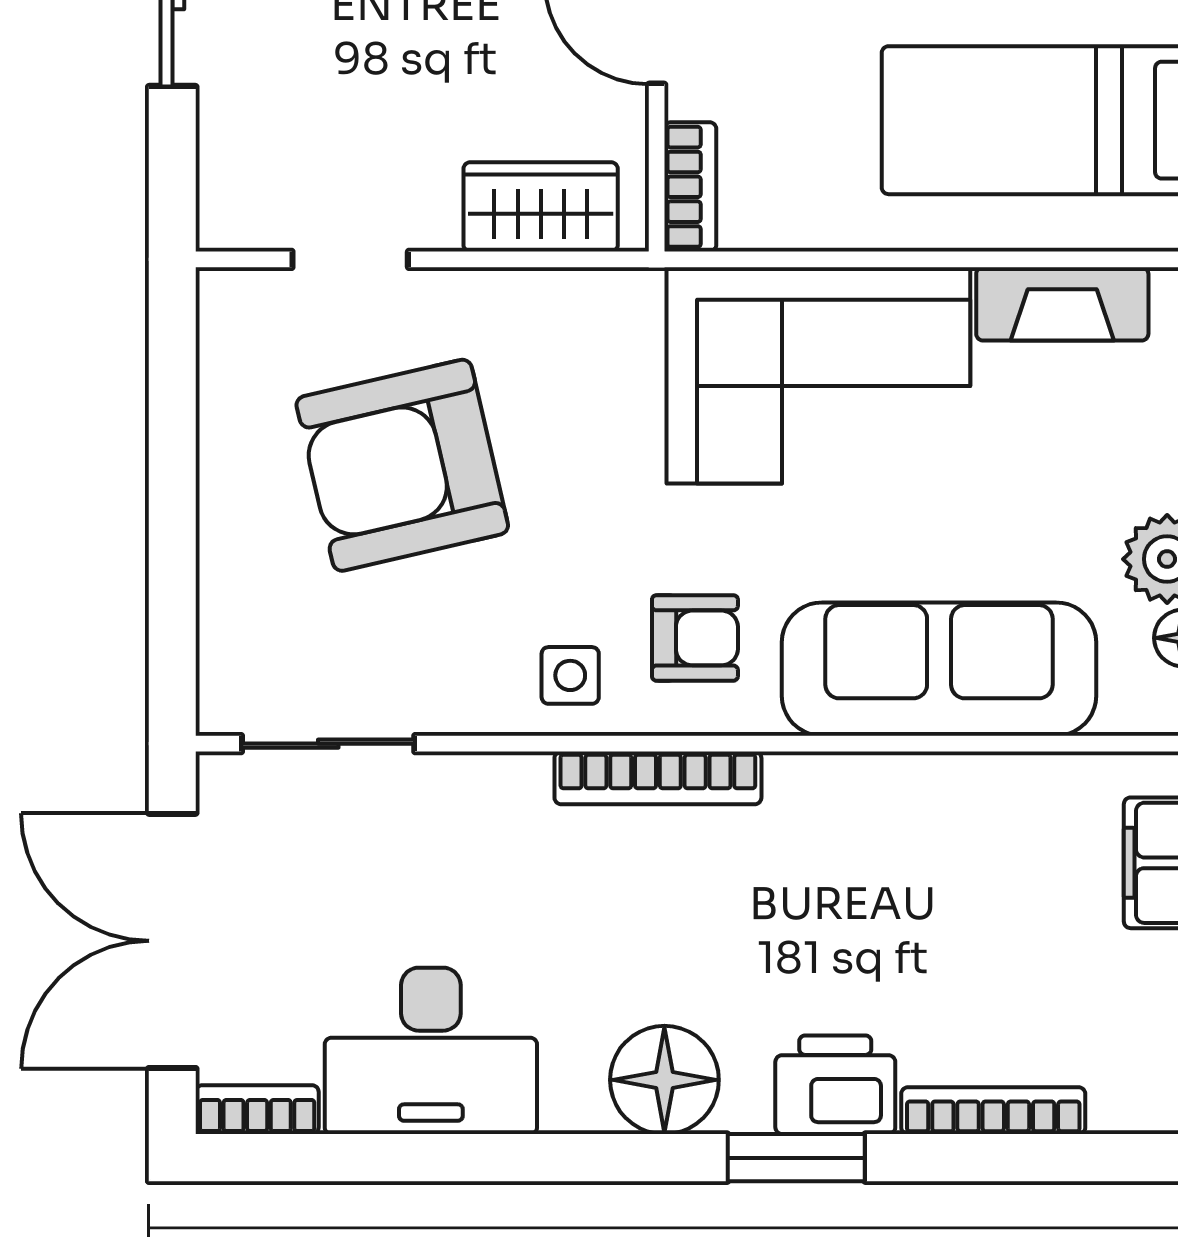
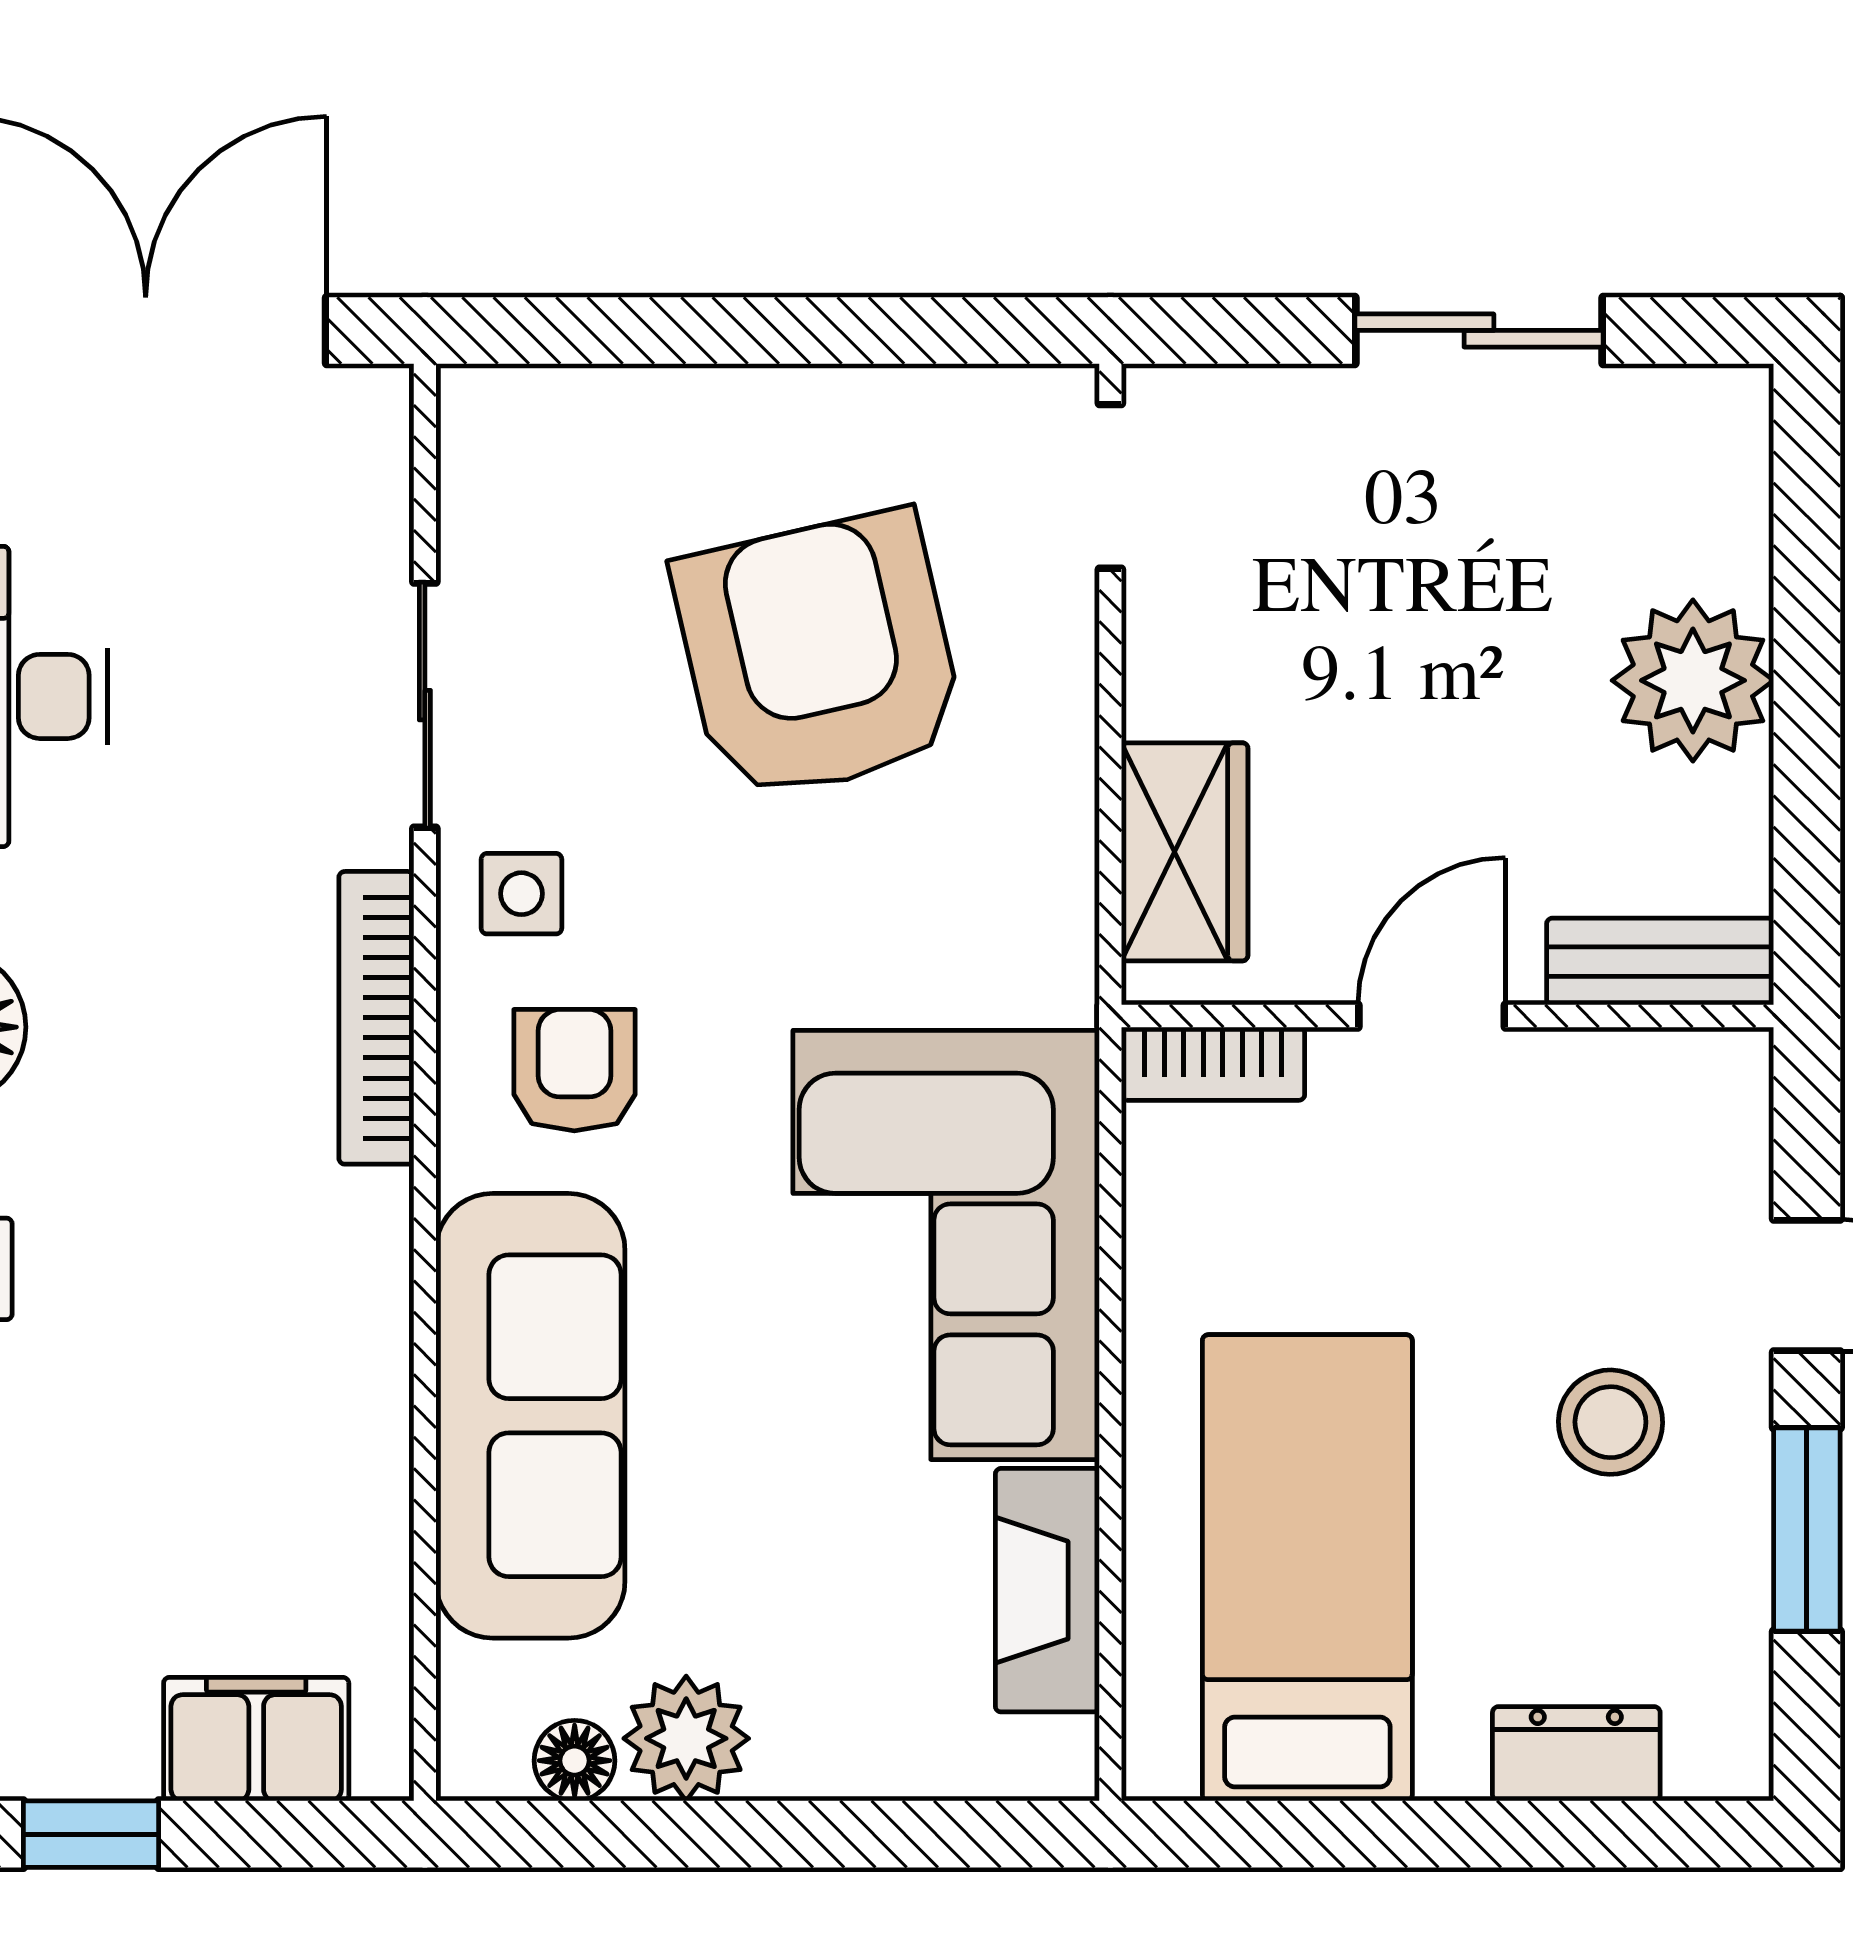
doorway: (350, 259) -> (1110, 486), moved
armchair: (695, 638) -> (574, 1070), turned 180
sliding door: (328, 744) -> (425, 705), moved

